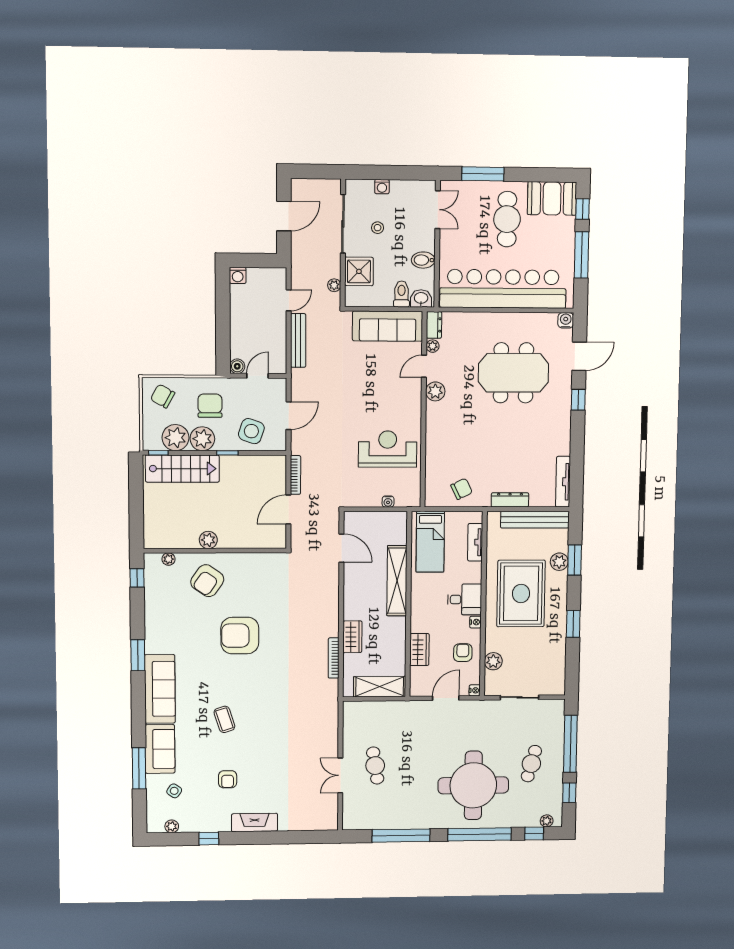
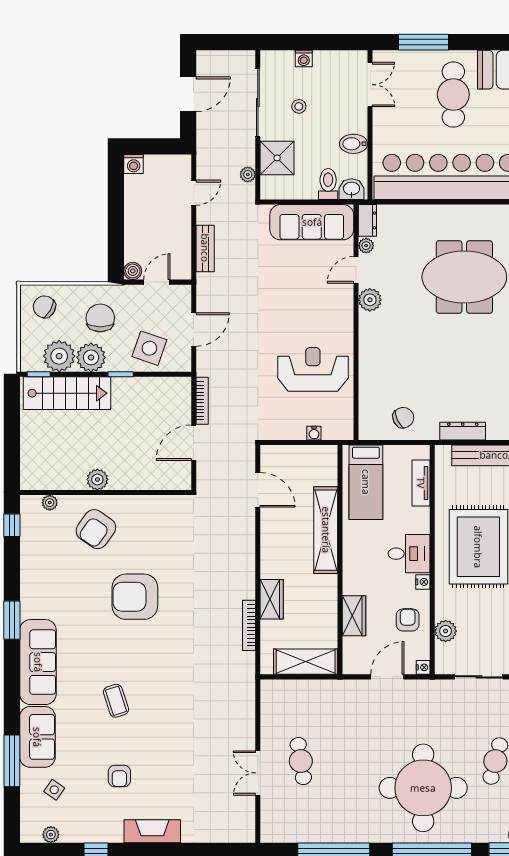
bench: (298, 340) -> (205, 248), width x0.73

